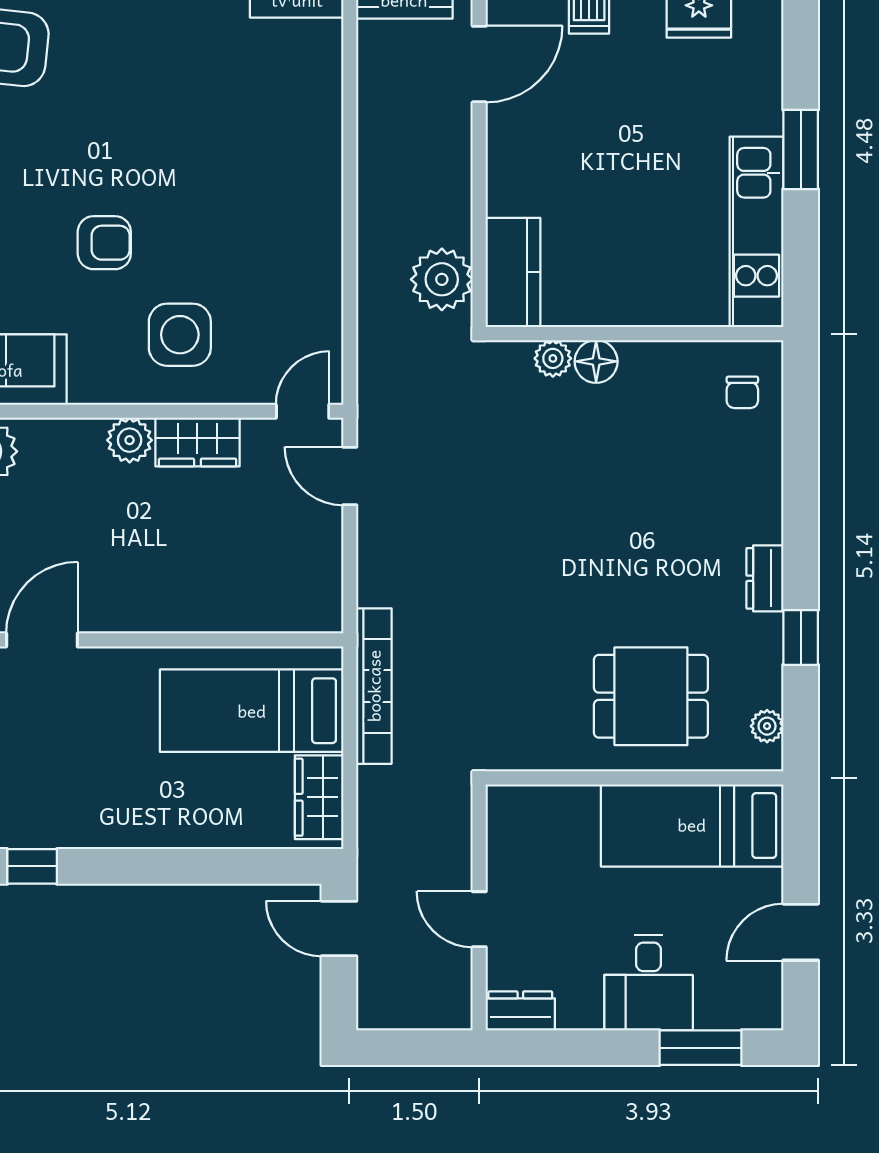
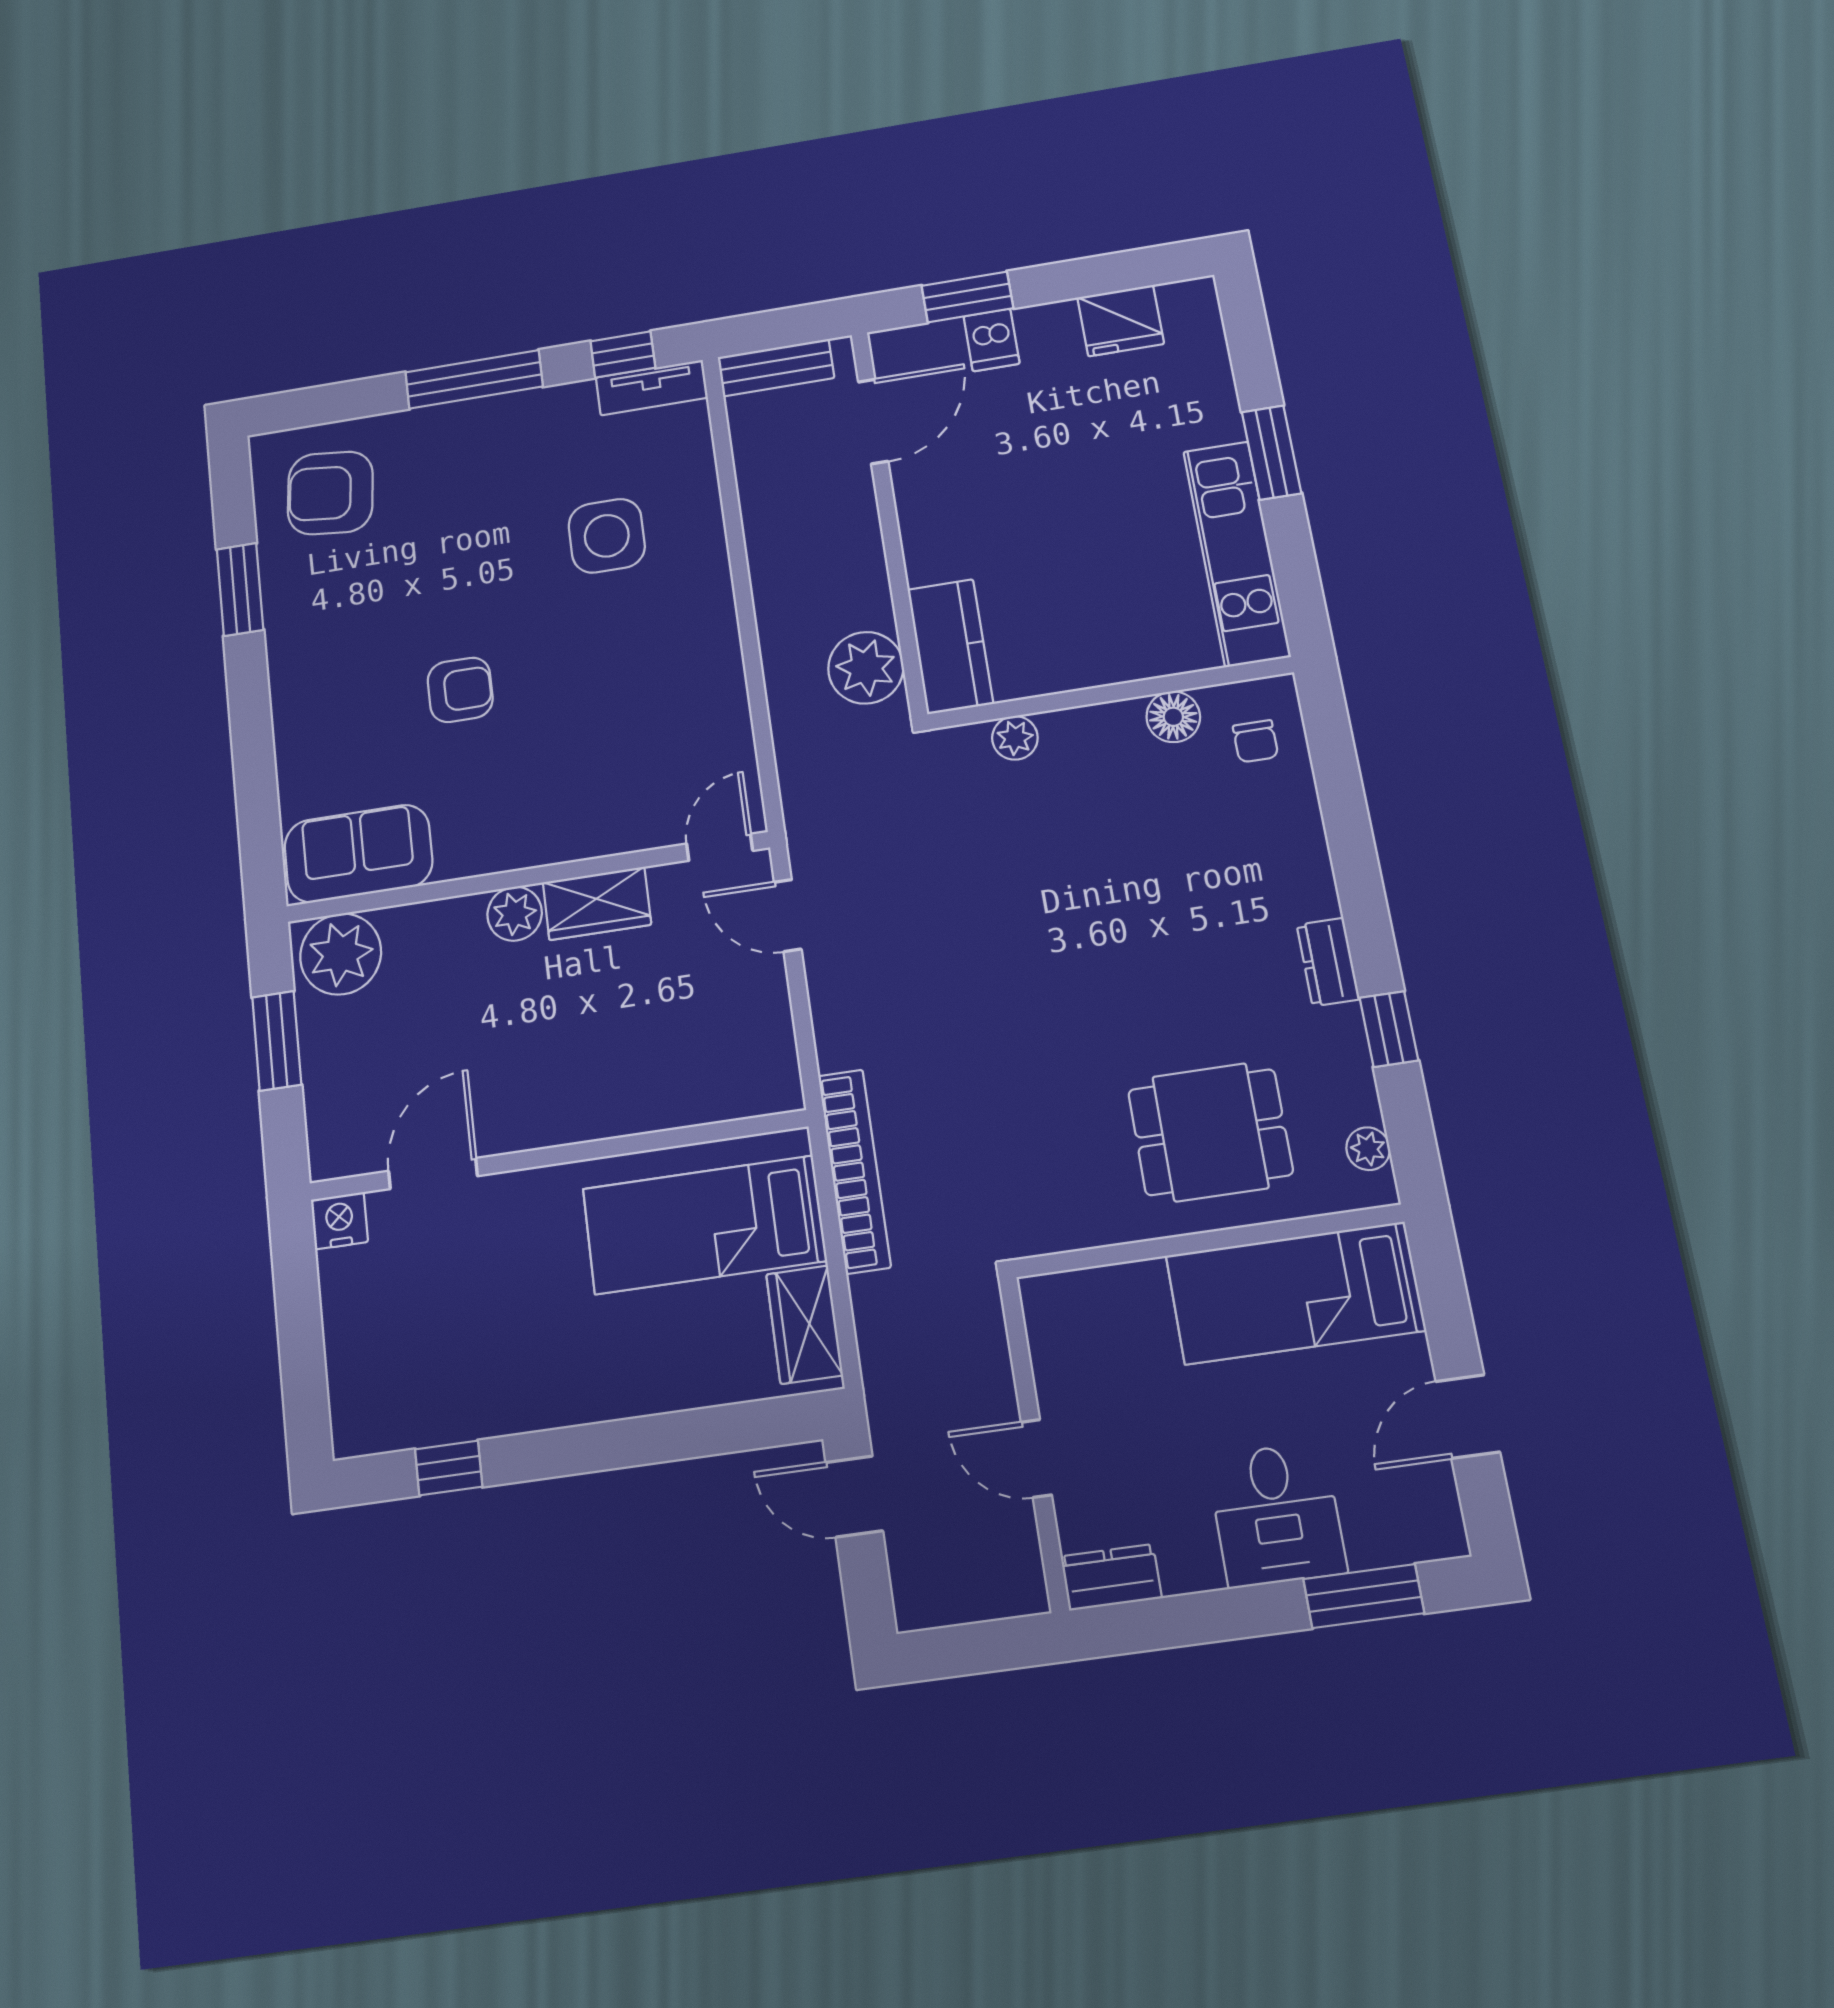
side table: (180, 335) -> (607, 536), moved
floor lamp: (596, 361) -> (1173, 717), moved

